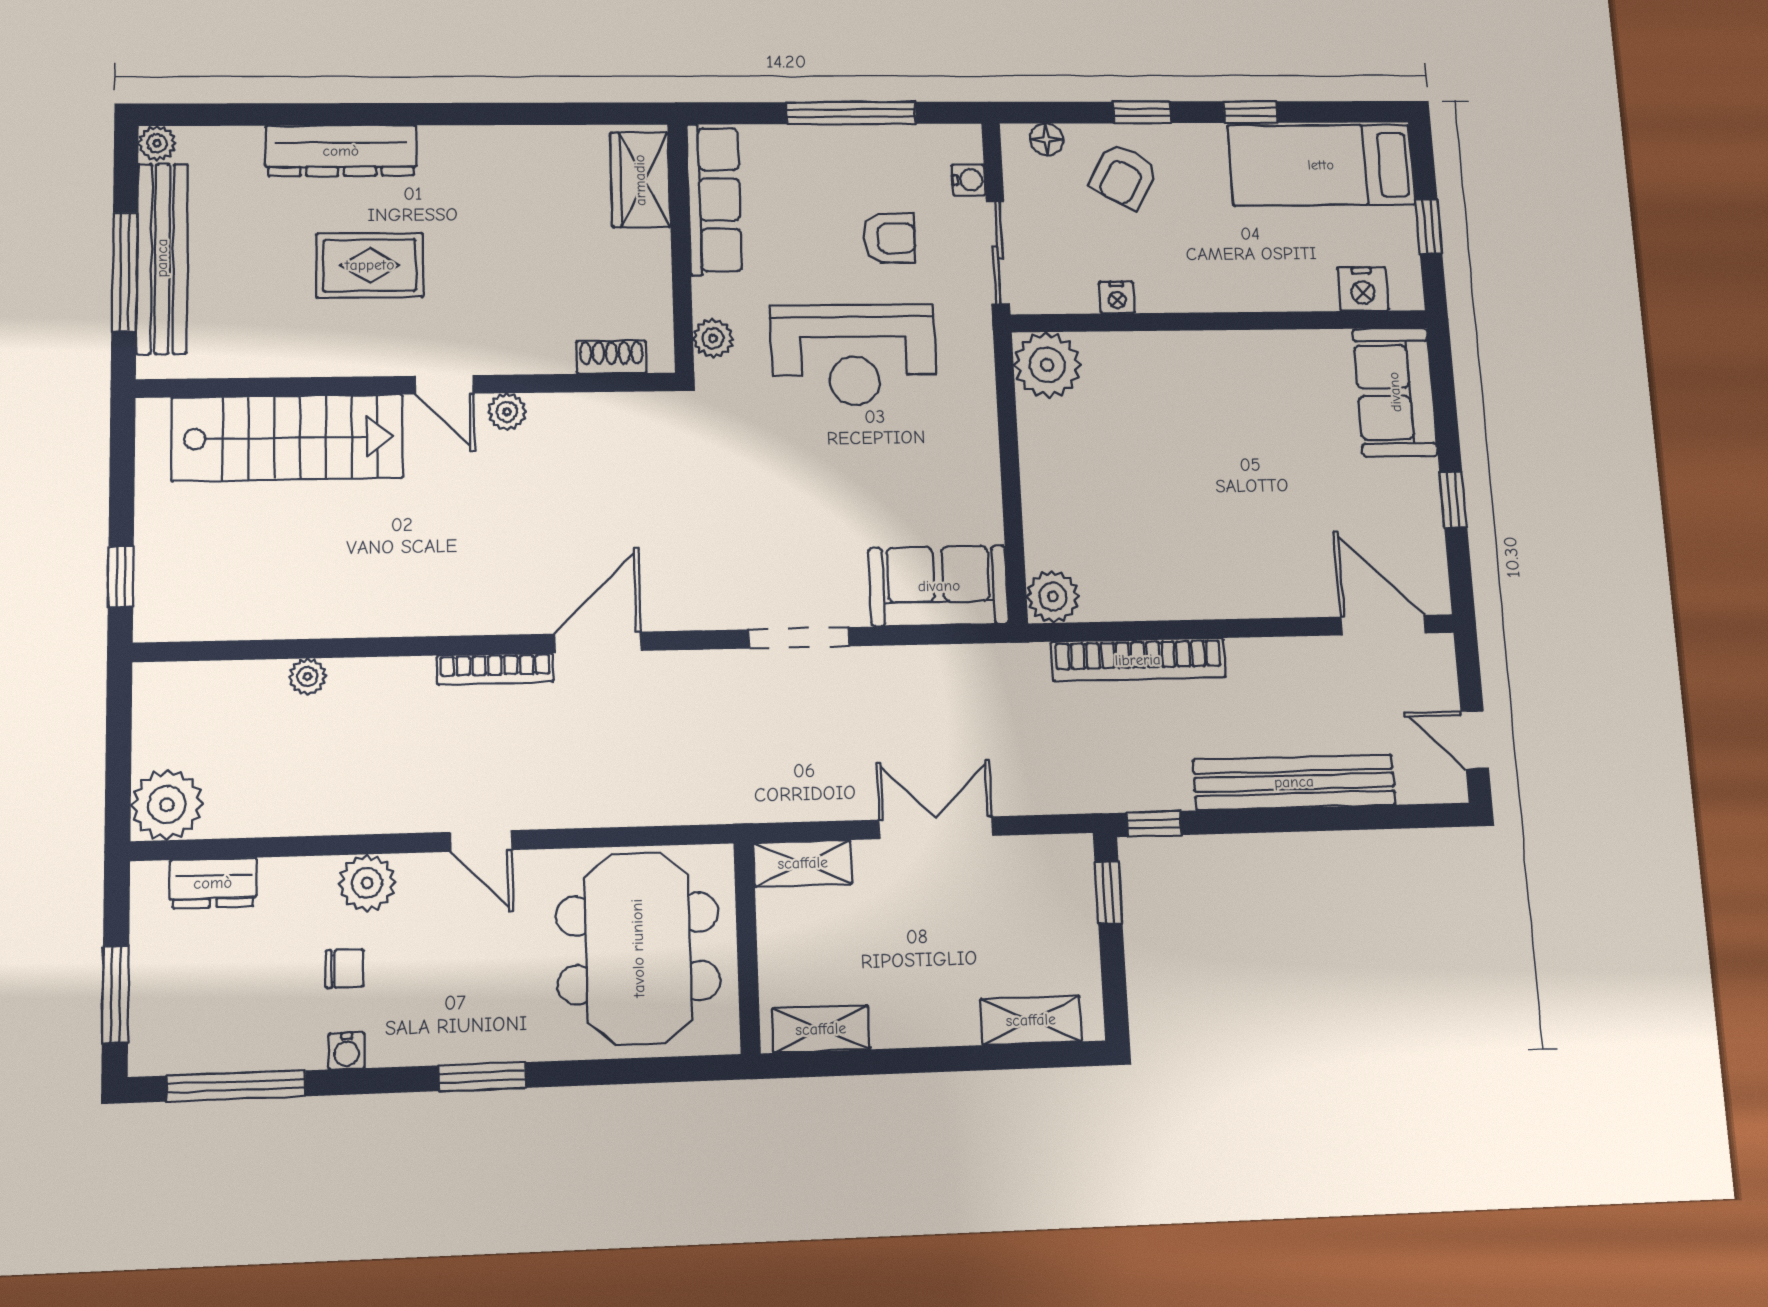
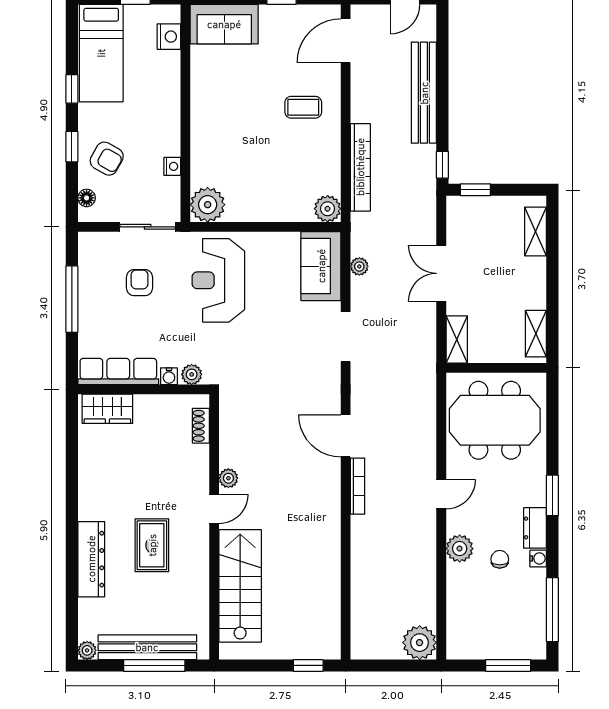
water cooler: (969, 180) -> (169, 376), moved, turned 180
reception desk: (854, 355) -> (218, 280), moved, turned 180
coffee table: (1248, 545) -> (303, 107), added
plant: (308, 677) -> (359, 266), moved
dresser: (213, 883) -> (535, 528), moved, turned 180

